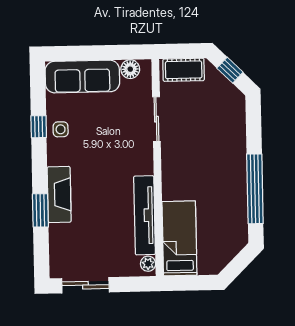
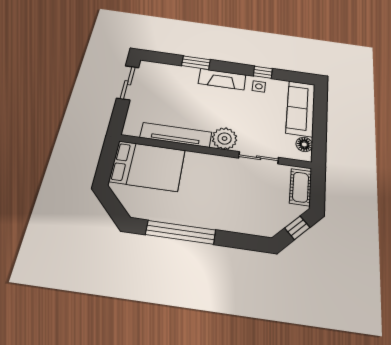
fireplace: (59, 194) -> (222, 79), moved
bed: (179, 238) -> (148, 166), width x1.50
plant: (148, 264) -> (225, 139), moved, width x1.87, depth x1.87

